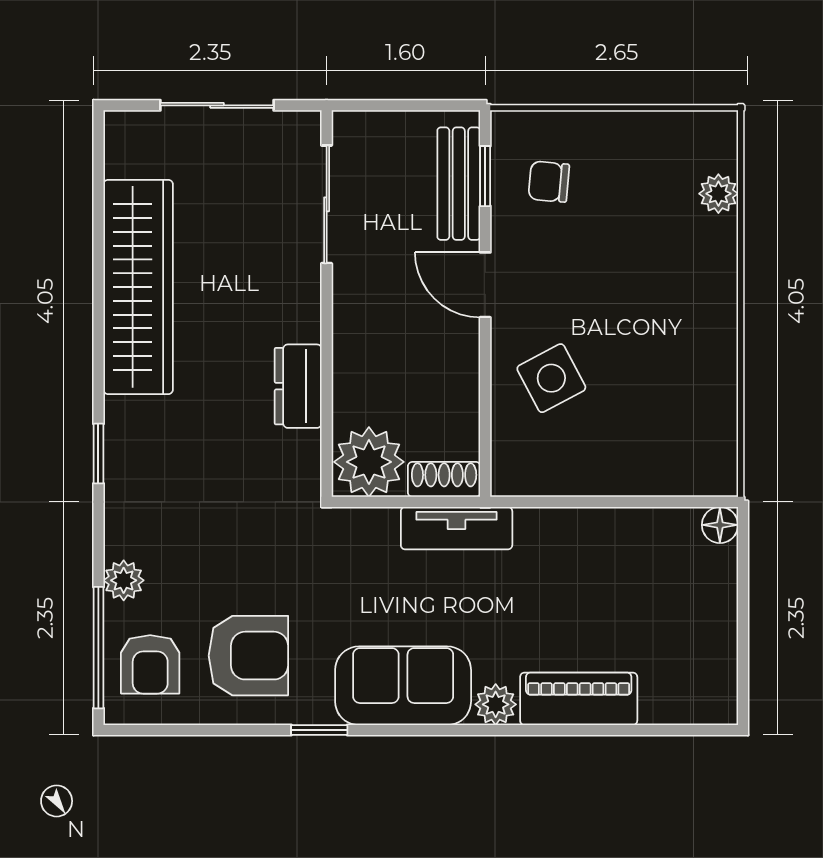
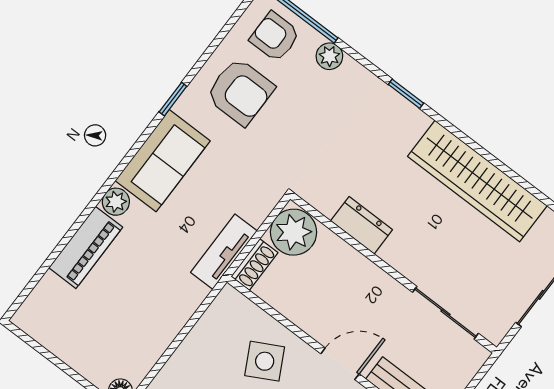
armchair: (248, 656) -> (240, 92), turned -90

